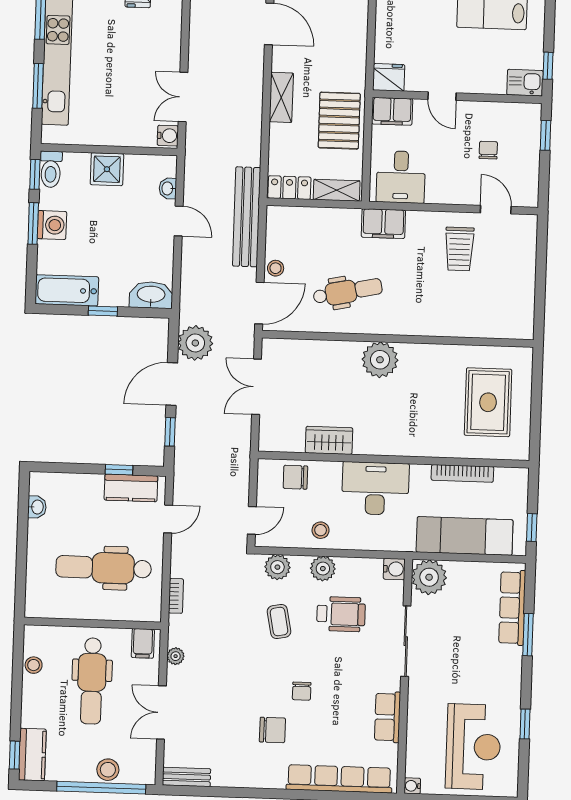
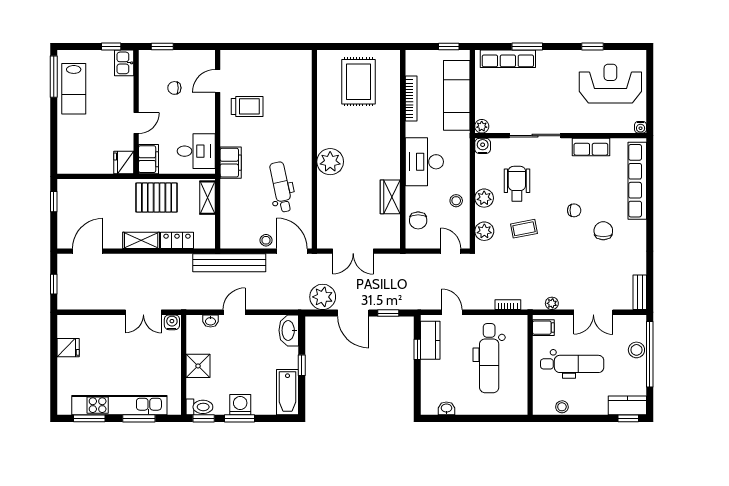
locker: (289, 188) -> (177, 240), moved, turned 90
rug: (488, 402) -> (358, 82), turned 90
plant: (429, 577) -> (482, 126), width x0.53, depth x0.53

